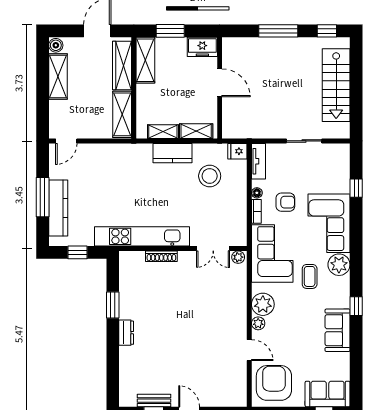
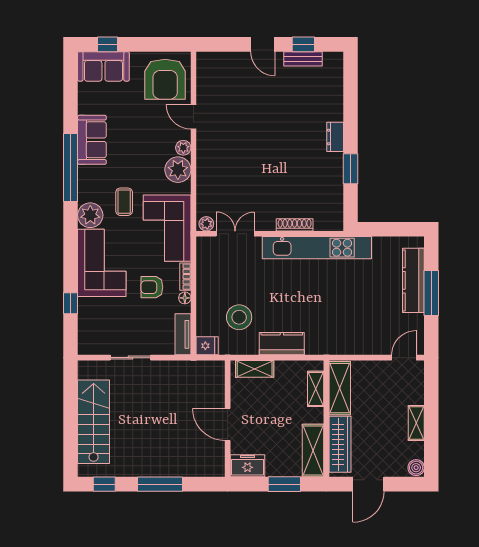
shelving: (58, 76) -> (416, 423), width x0.67, depth x0.75
shelving: (163, 132) -> (316, 389), moved, turned 90
window: (78, 252) -> (391, 229), removed
window: (356, 306) -> (71, 168), width x3.17

